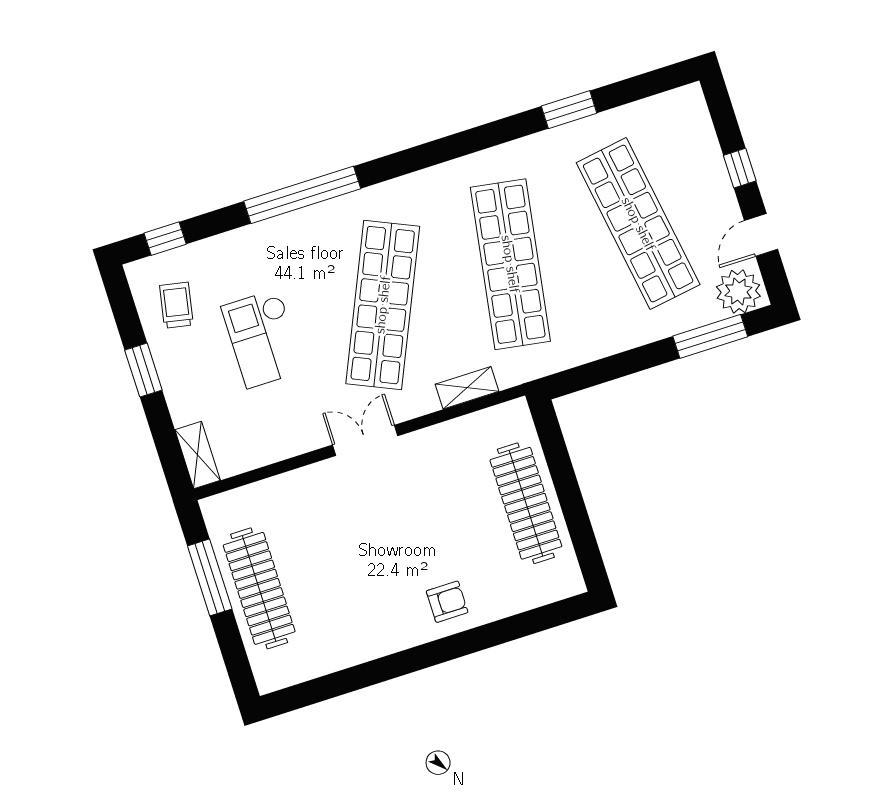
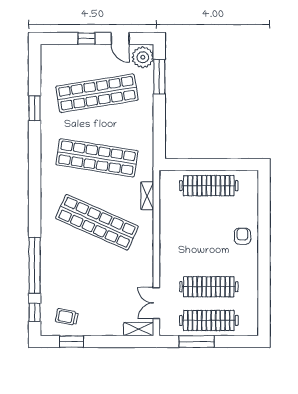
window: (302, 195) -> (35, 265), moved
checkout: (263, 339) -> (95, 282), removed
window: (143, 370) -> (71, 342), moved
double door: (365, 440) -> (156, 303), moved
clothes rail: (326, 567) -> (209, 287), added

